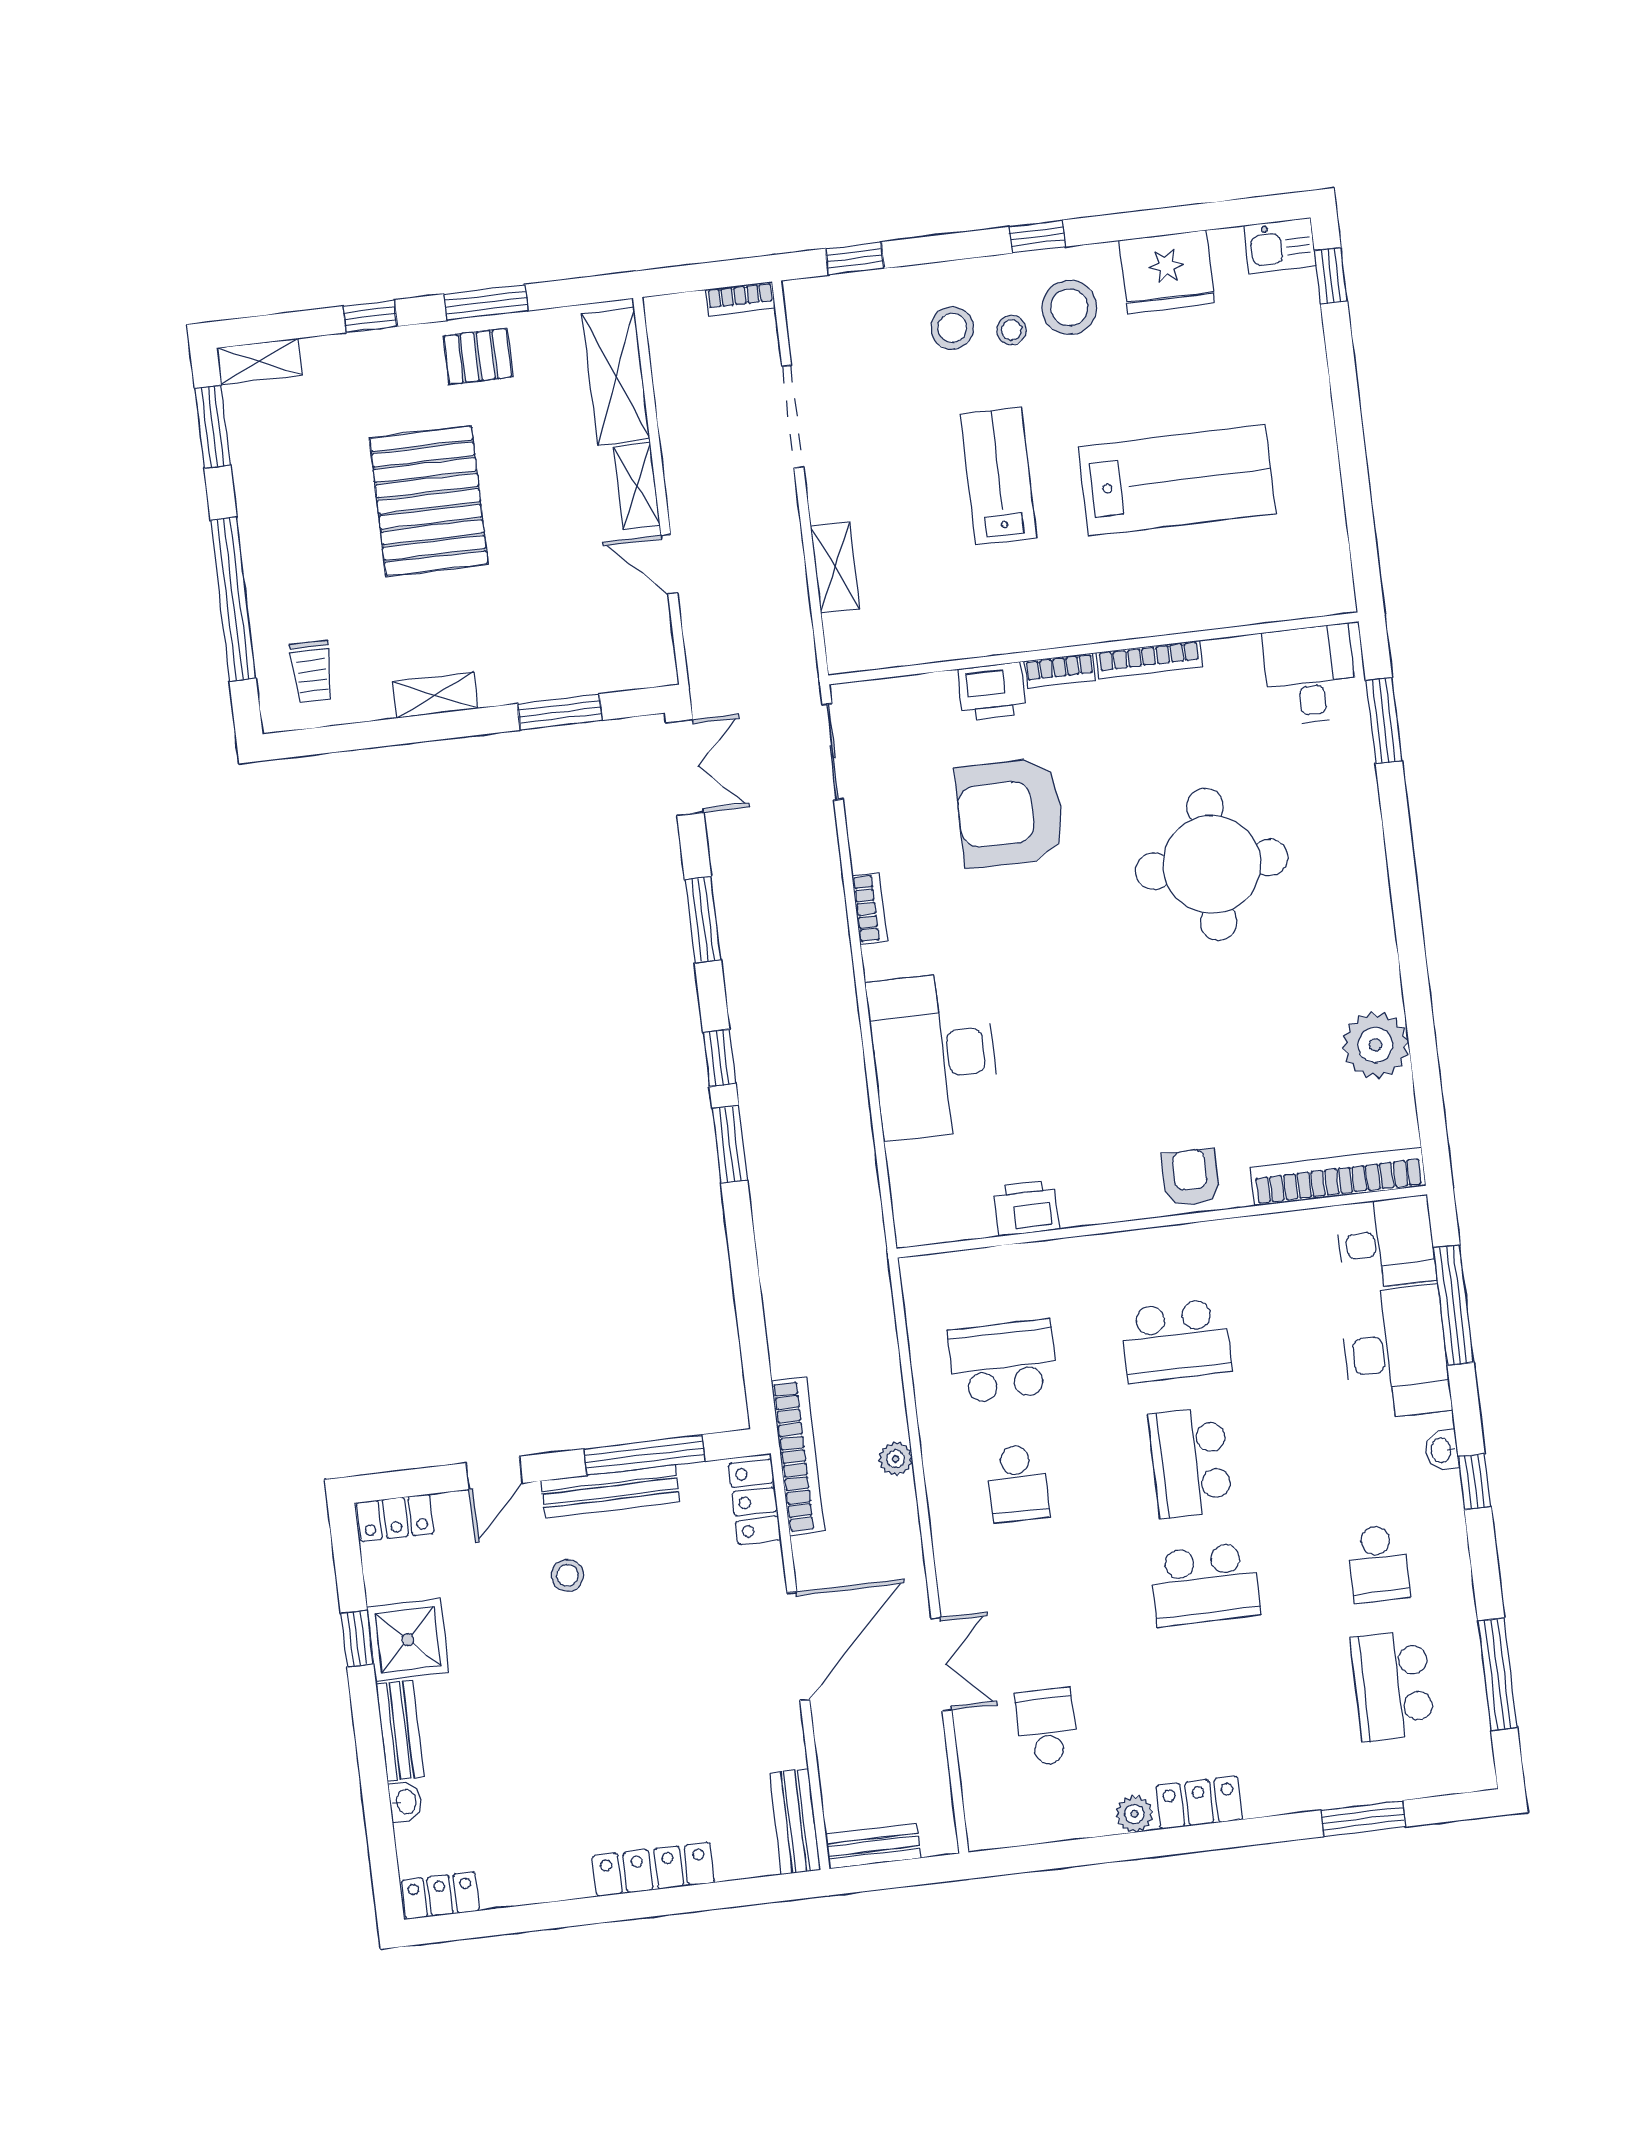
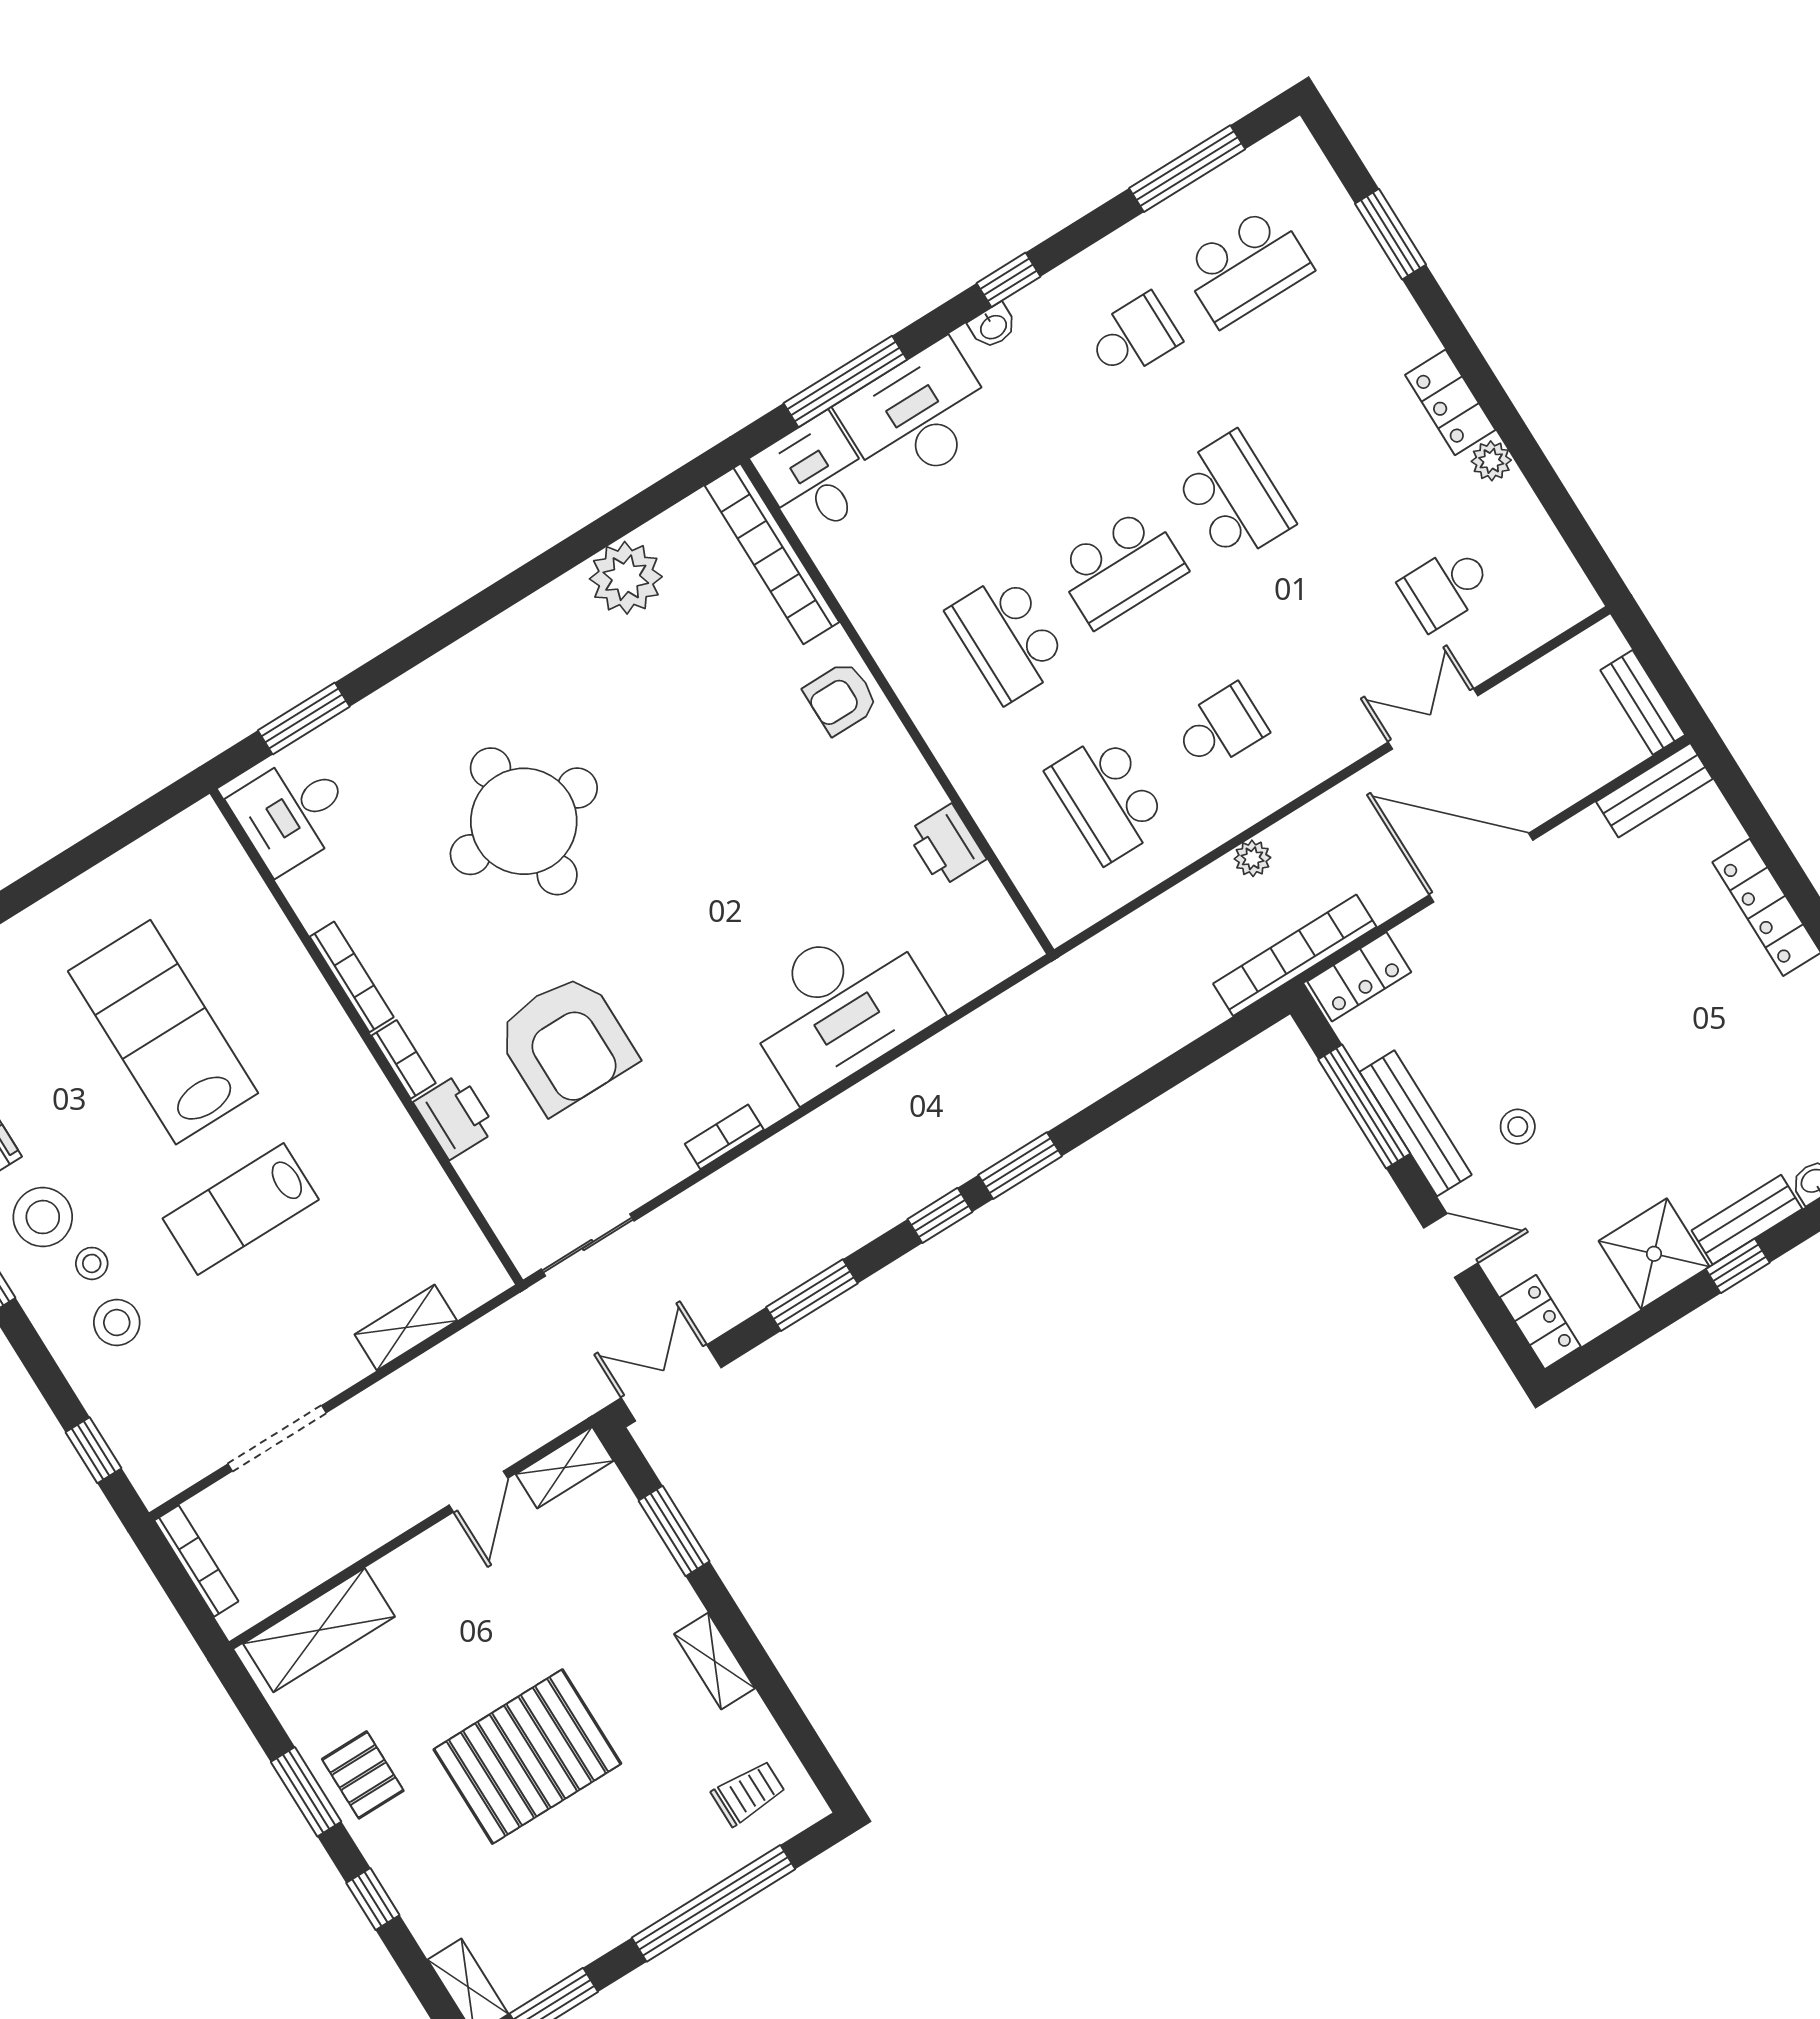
bookcase: (741, 299) -> (196, 1561), width x1.56
shelving: (637, 486) -> (565, 1467), moved
school desk: (1176, 1341) -> (1008, 638), turned 180
window: (357, 1639) -> (1738, 1266), moved

